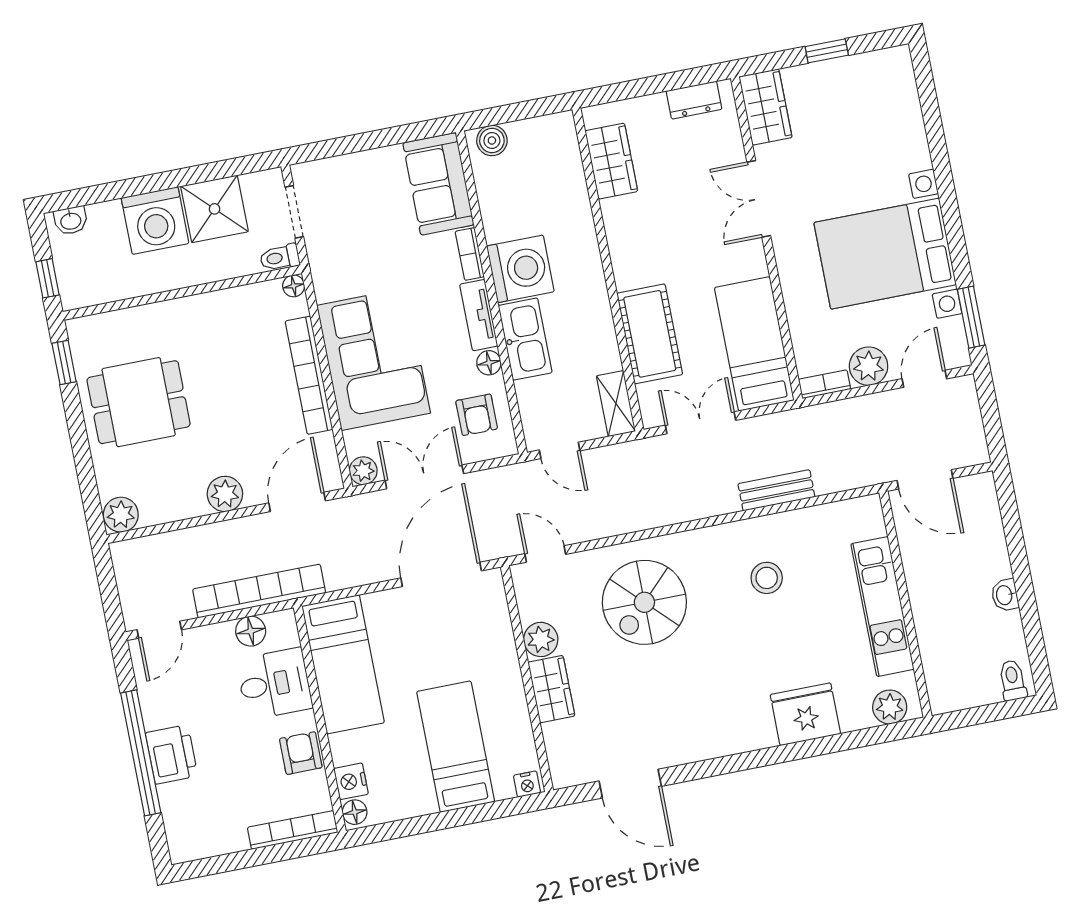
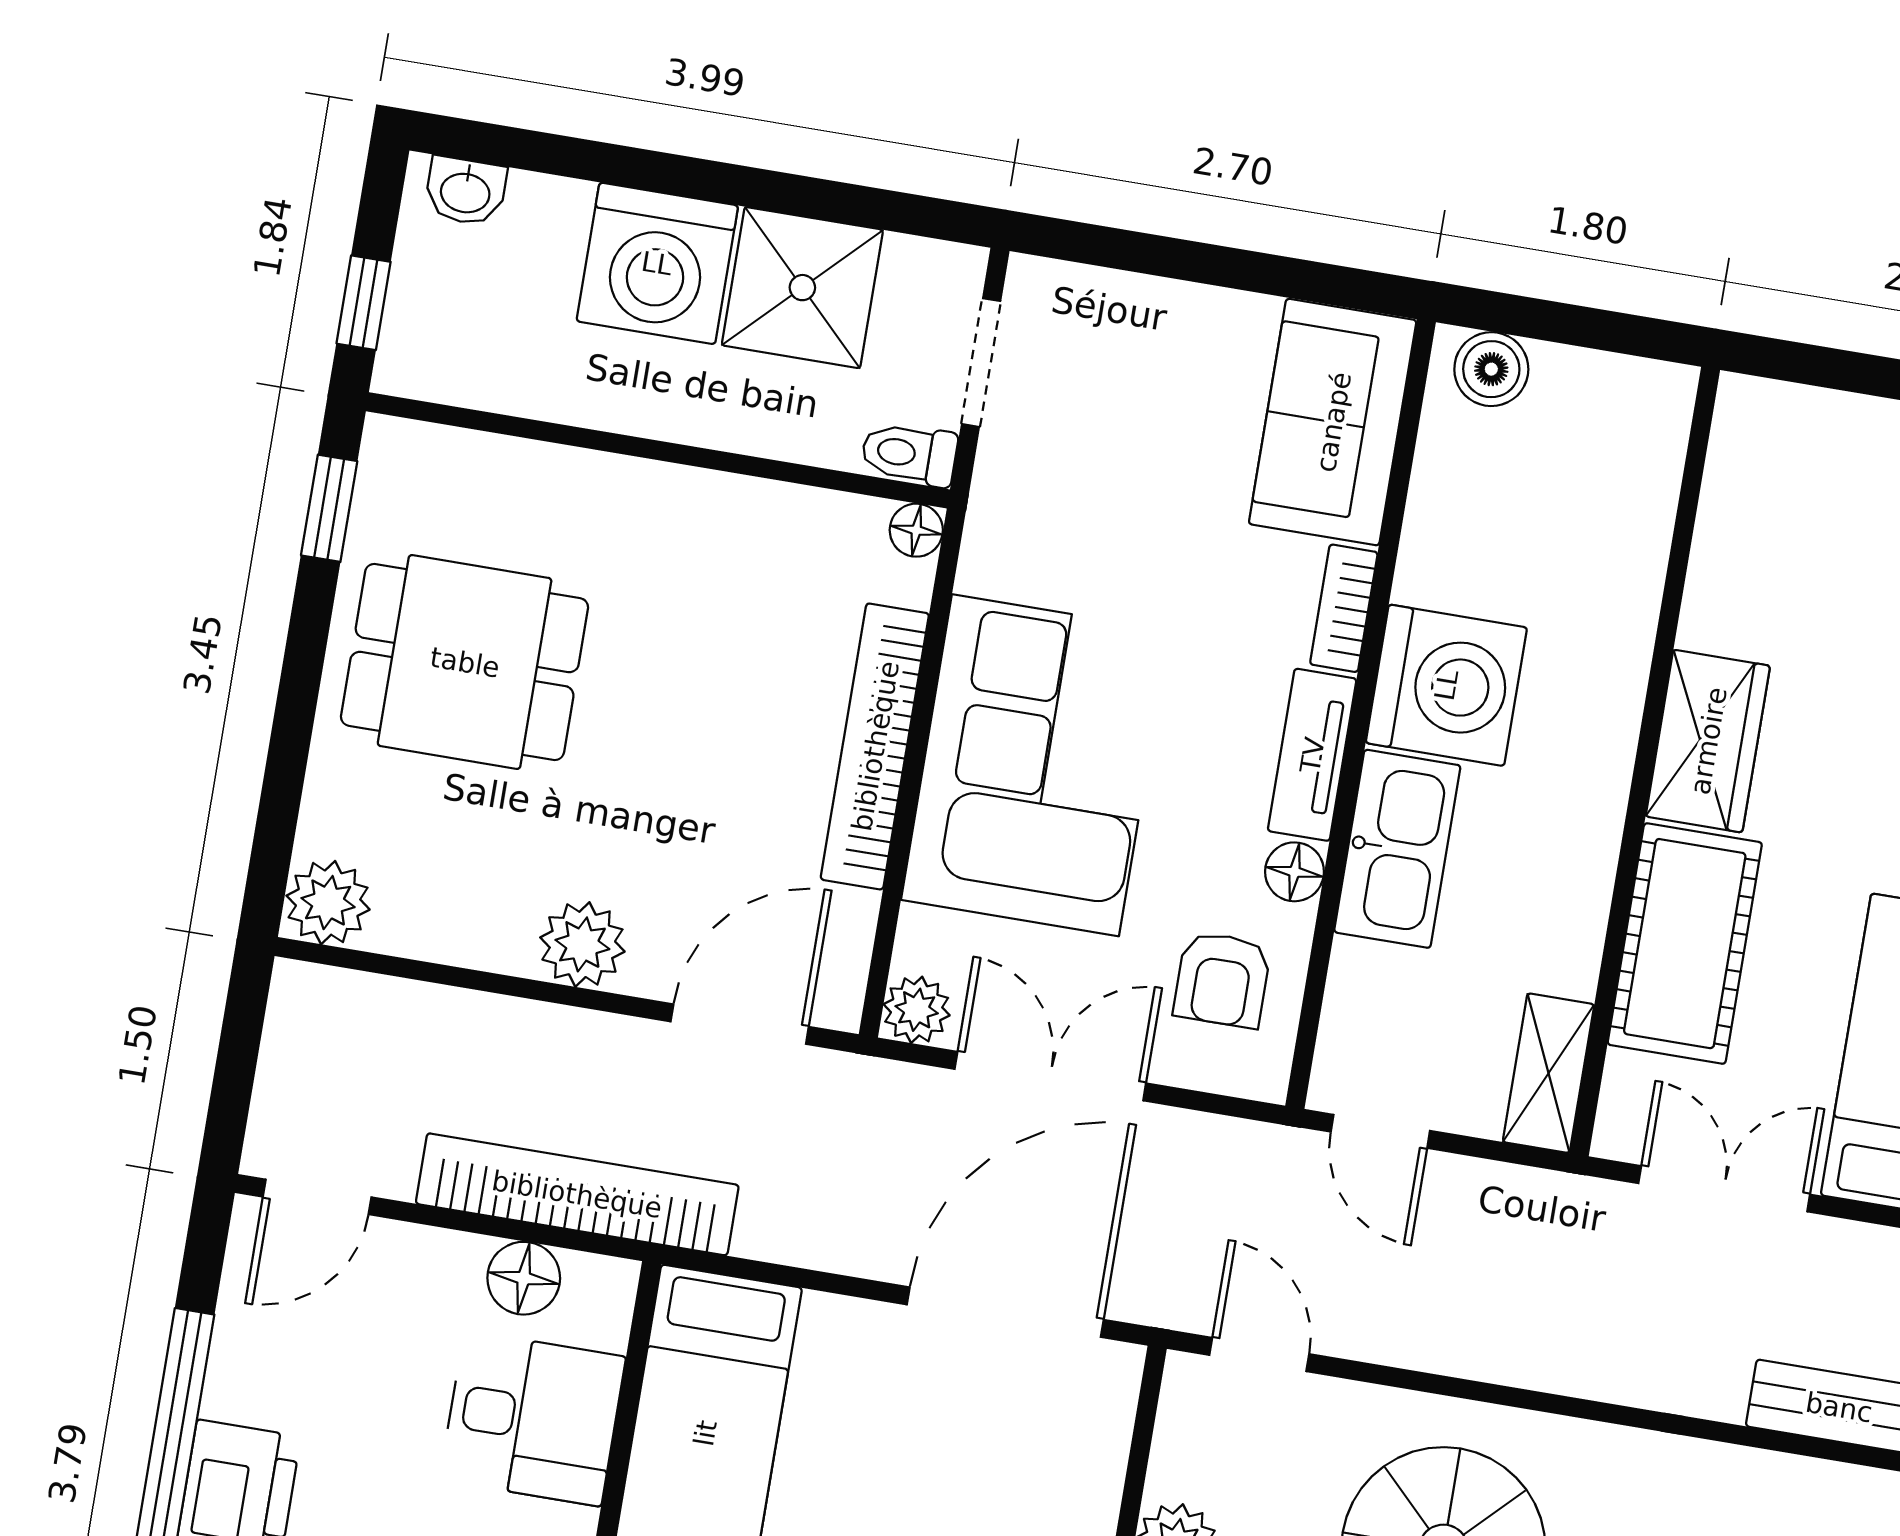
wardrobe: (611, 161) -> (1708, 741), moved

